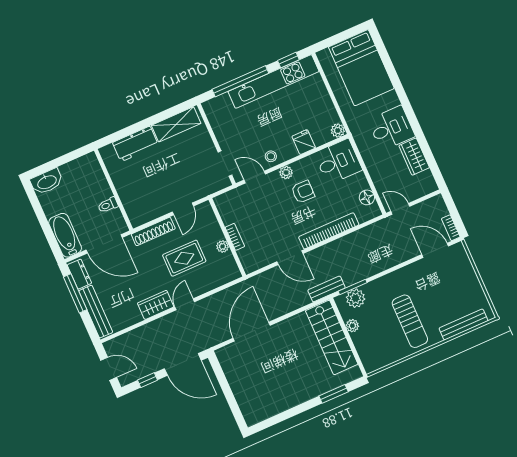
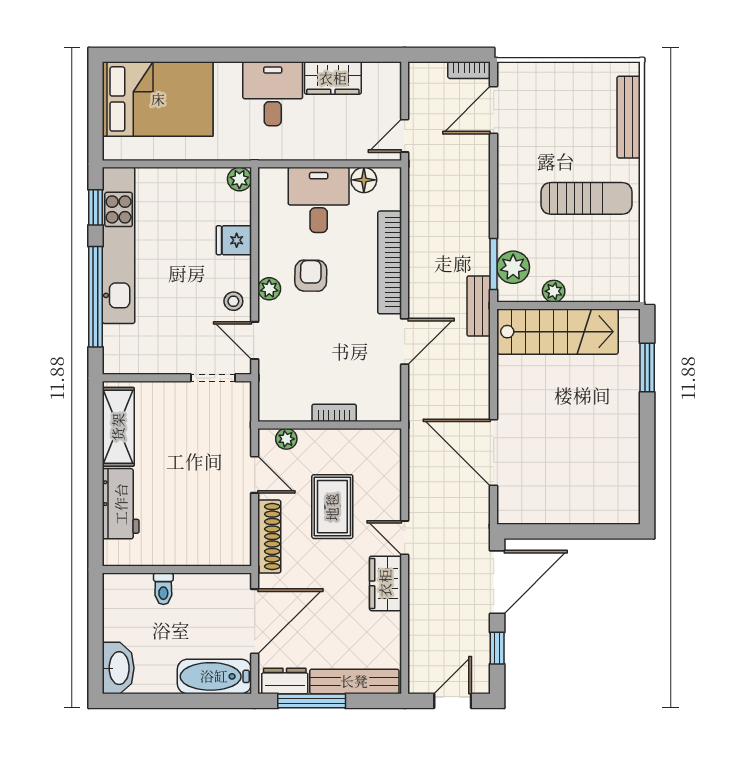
desk: (338, 162) -> (319, 200), moved
door: (255, 177) -> (255, 341), hinge flipped
toilet: (108, 205) -> (163, 589), moved
plant: (222, 246) -> (286, 439), moved

